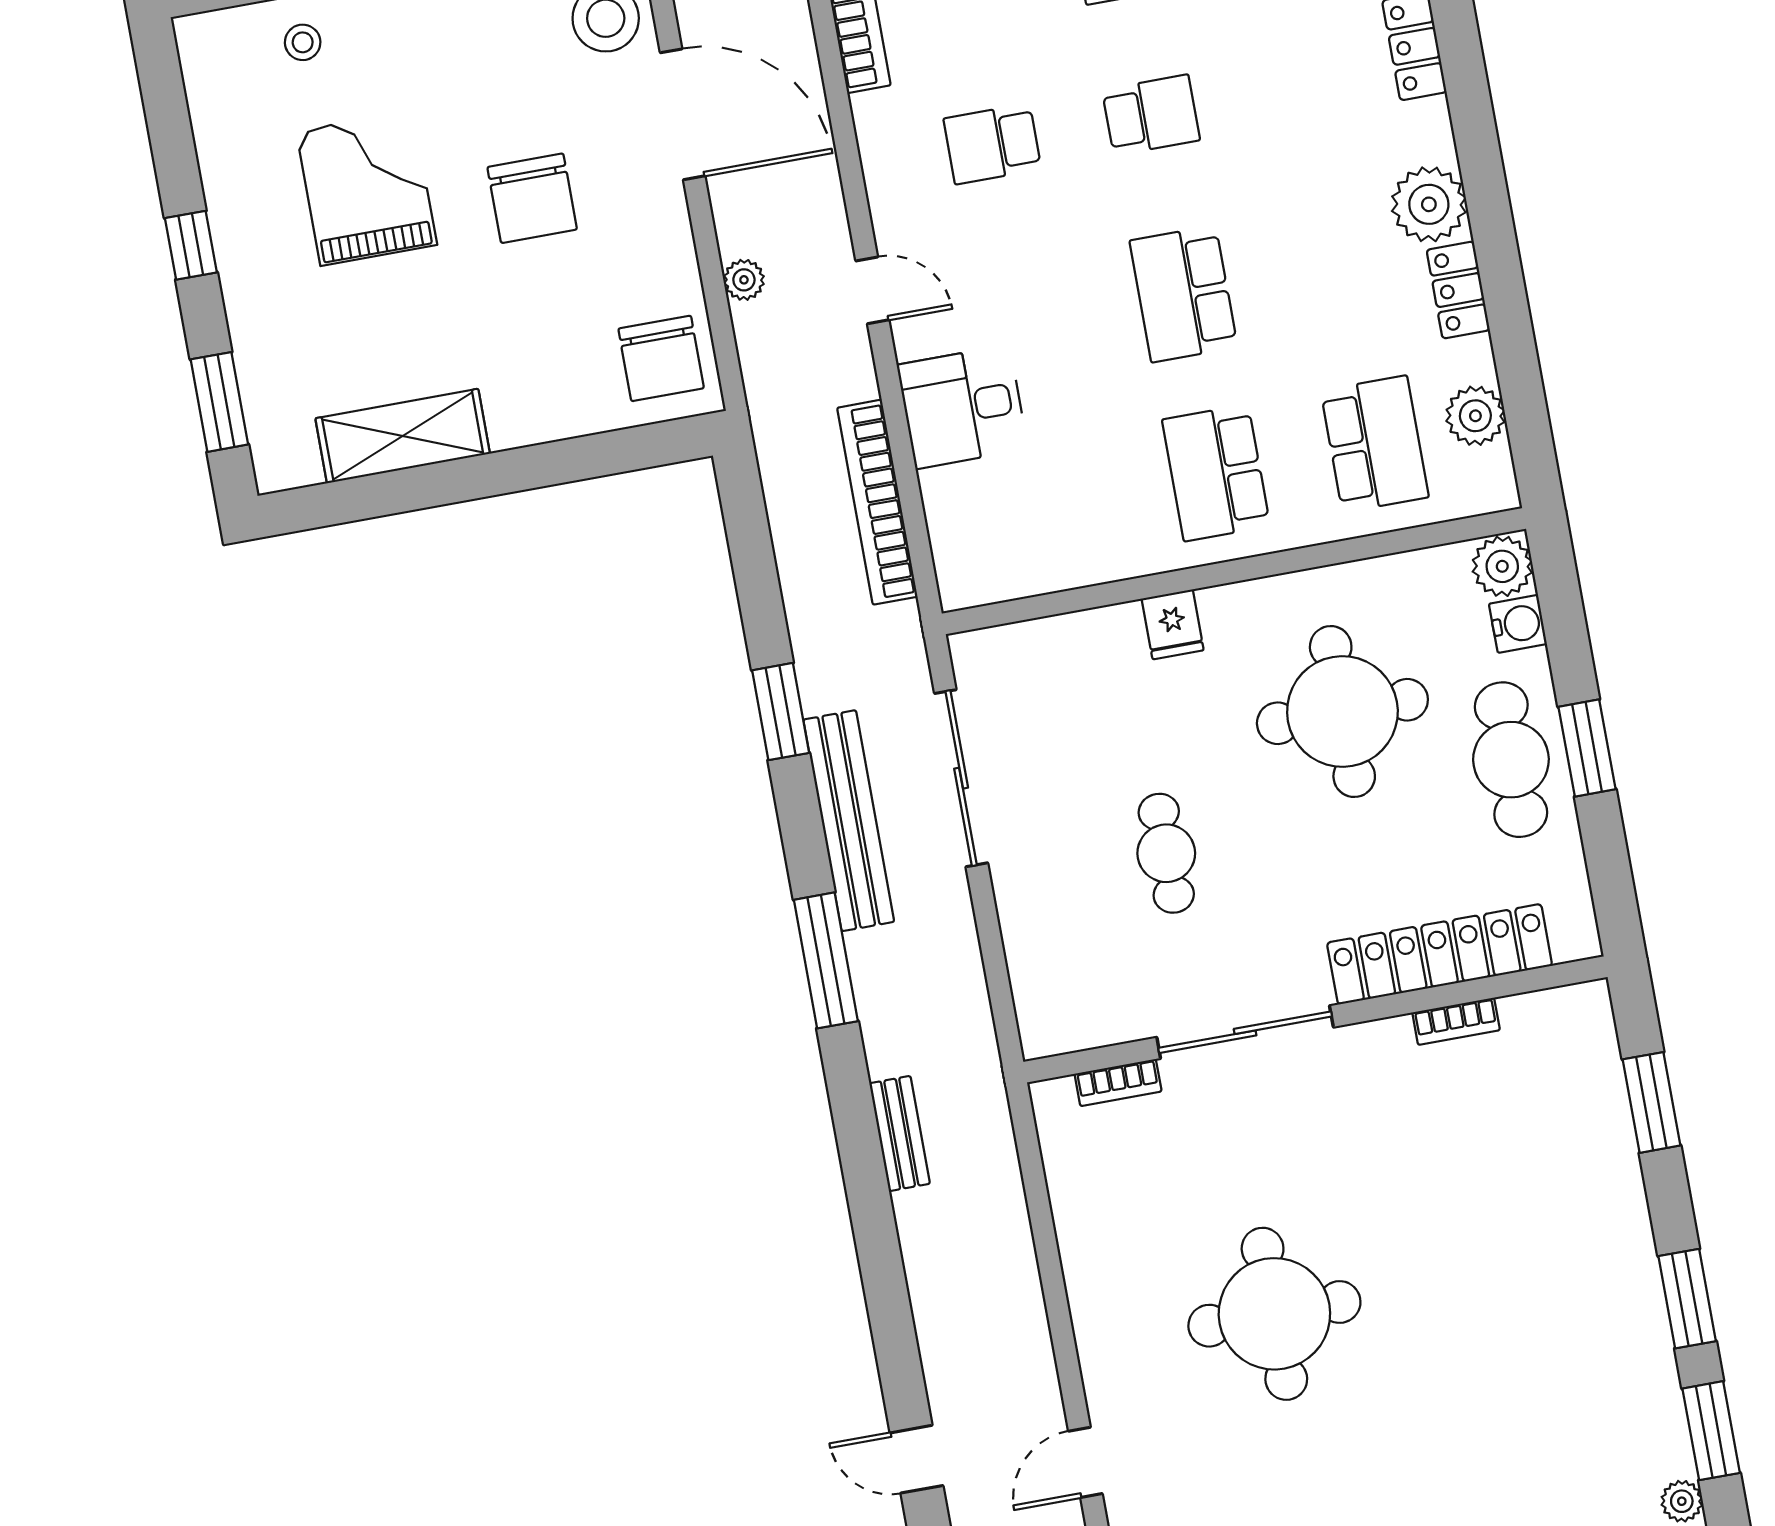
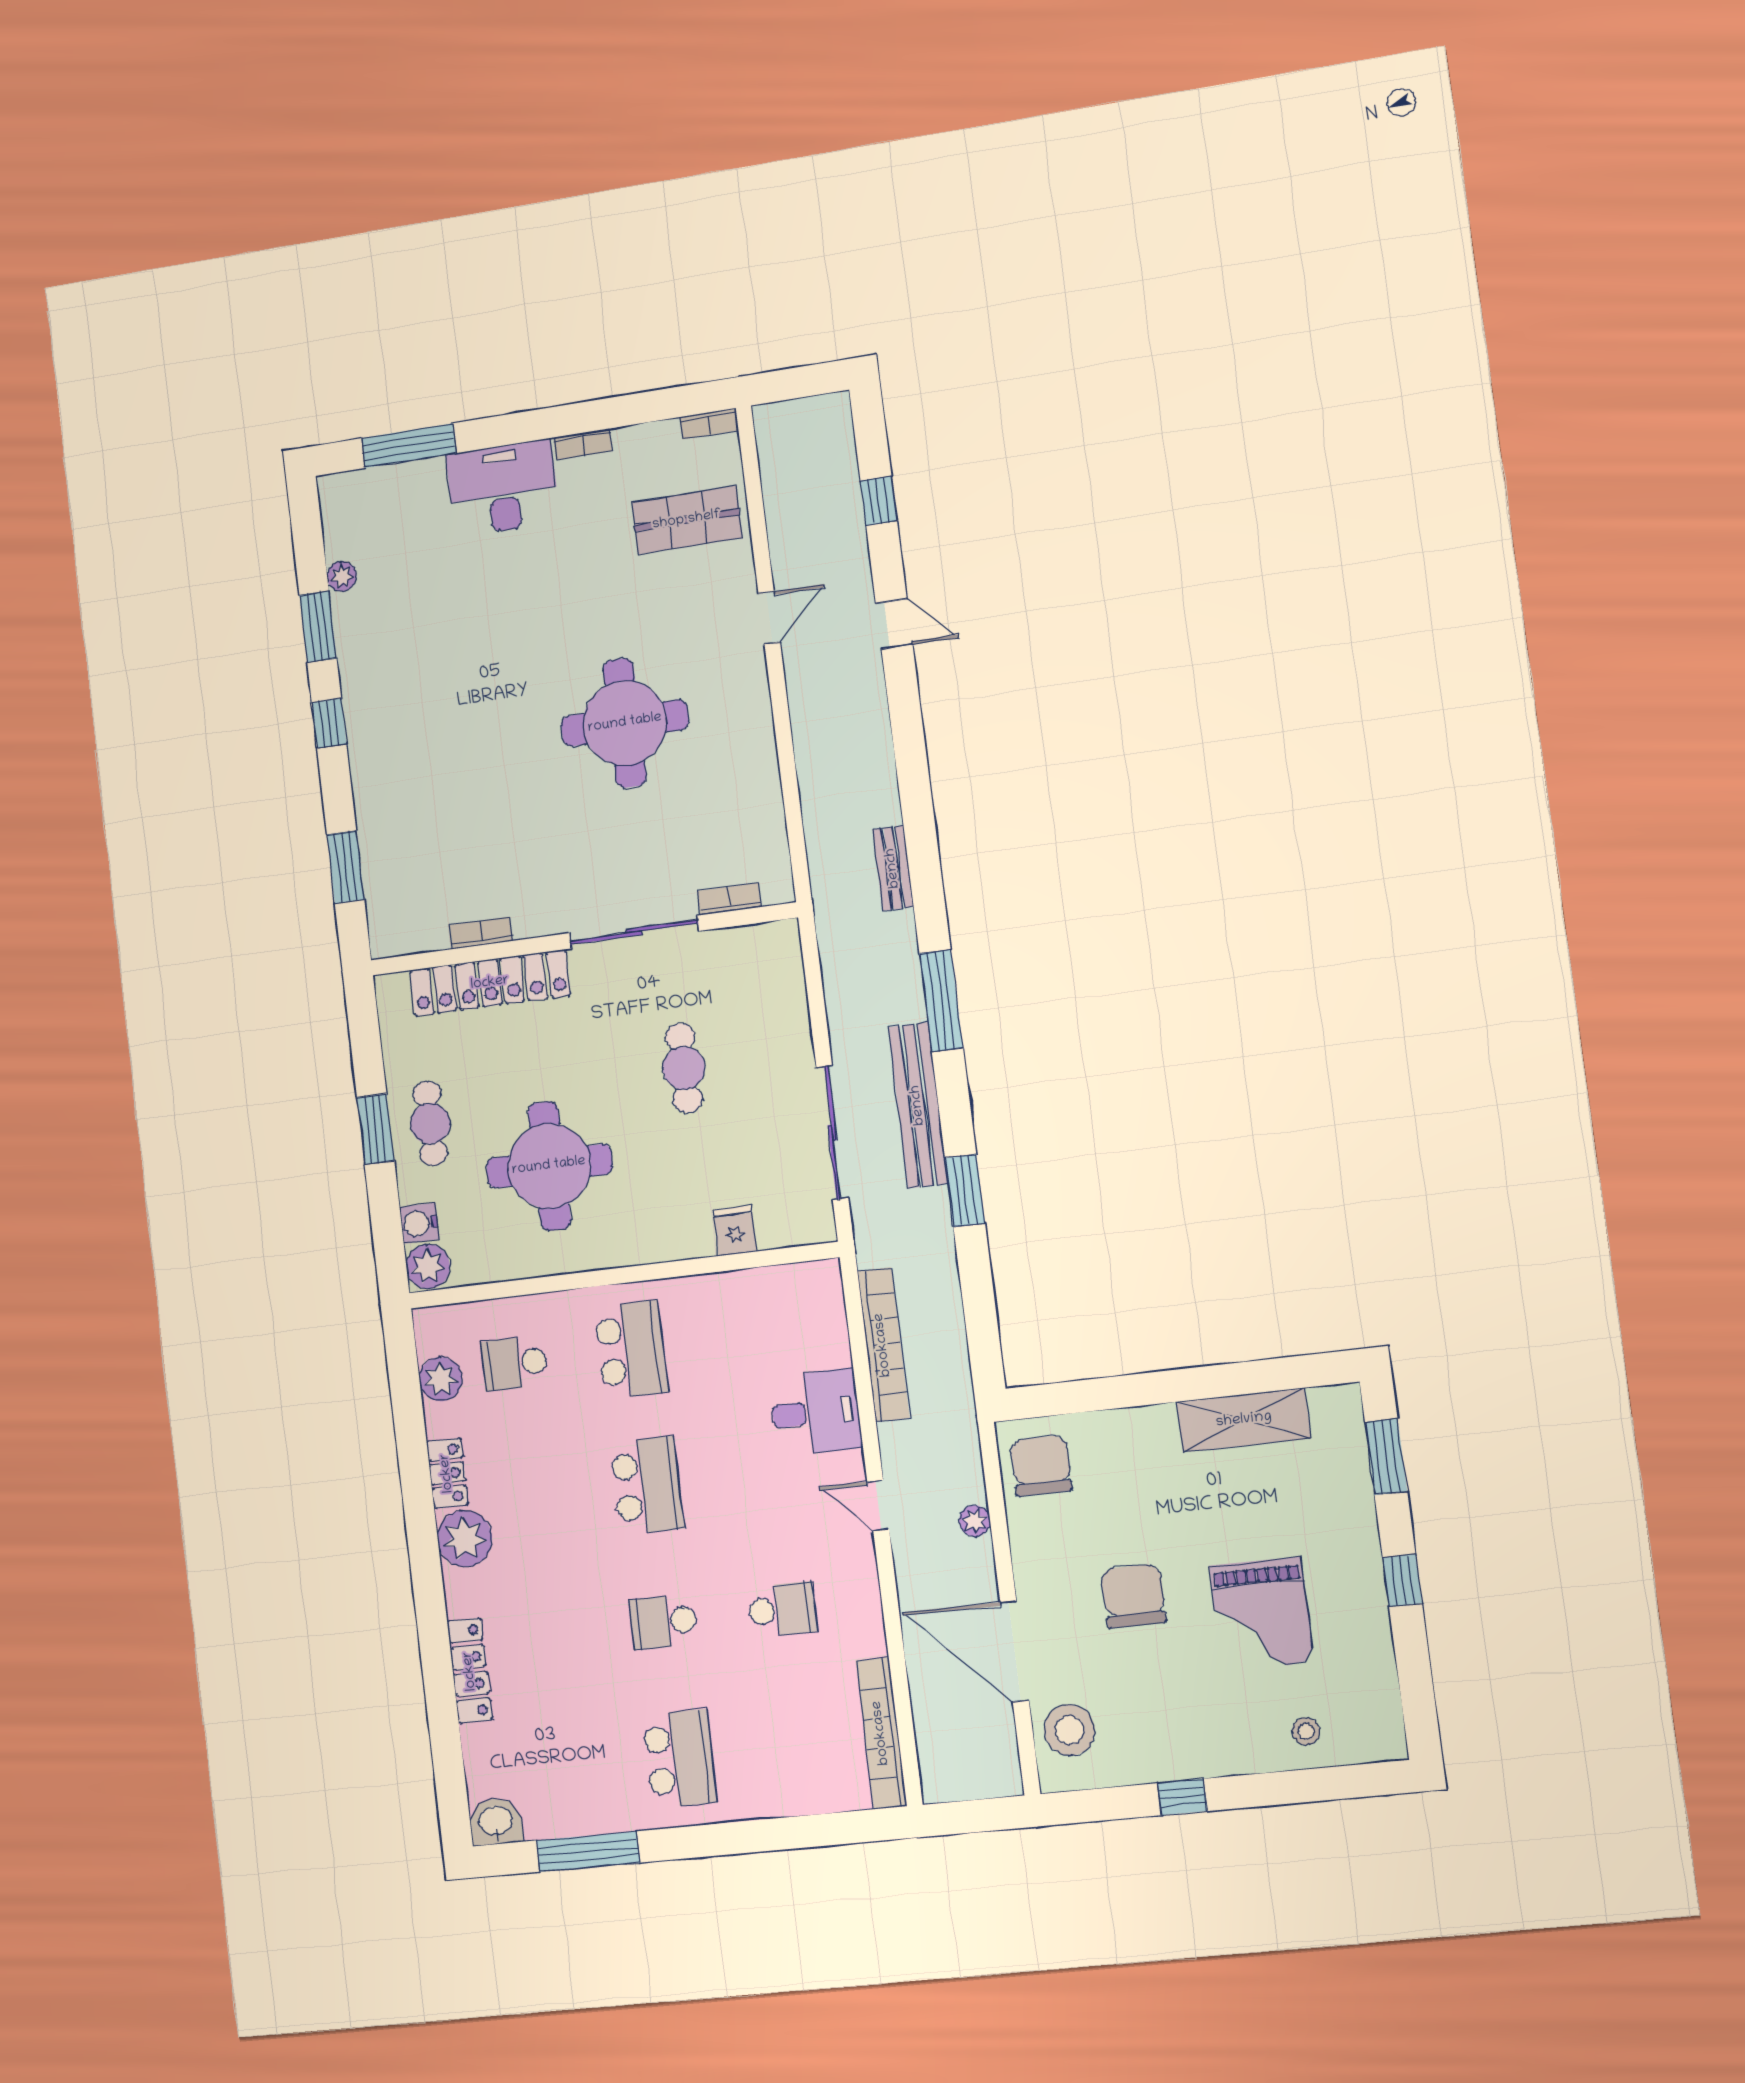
school desk: (1375, 444) -> (514, 1363), width x0.54
fridge: (1173, 624) -> (735, 1231), moved
cafe table: (1511, 760) -> (430, 1123), width x0.73, depth x0.74
window: (1687, 1299) -> (329, 723), width x0.67

